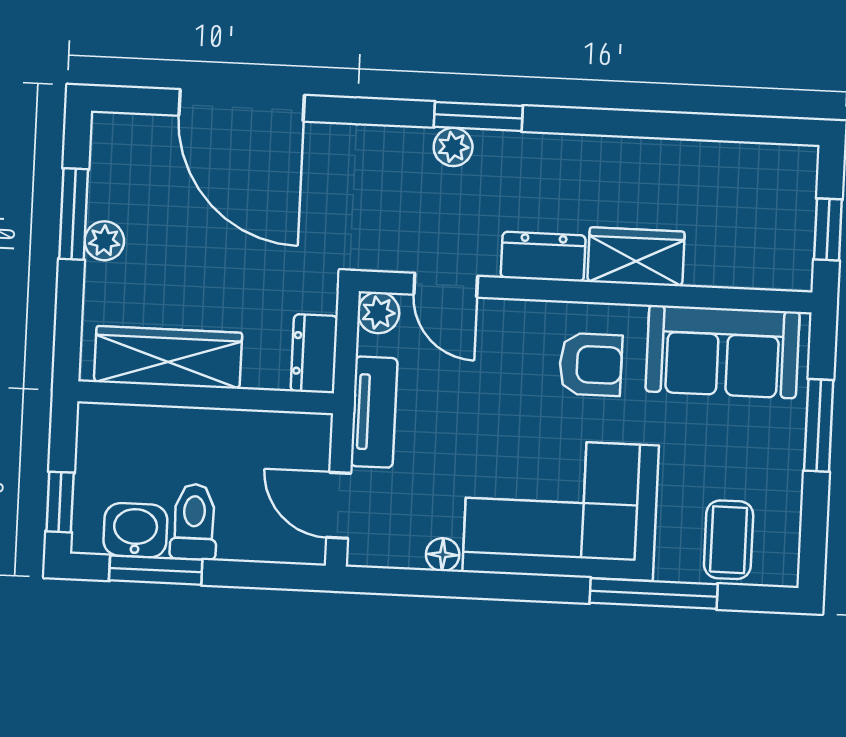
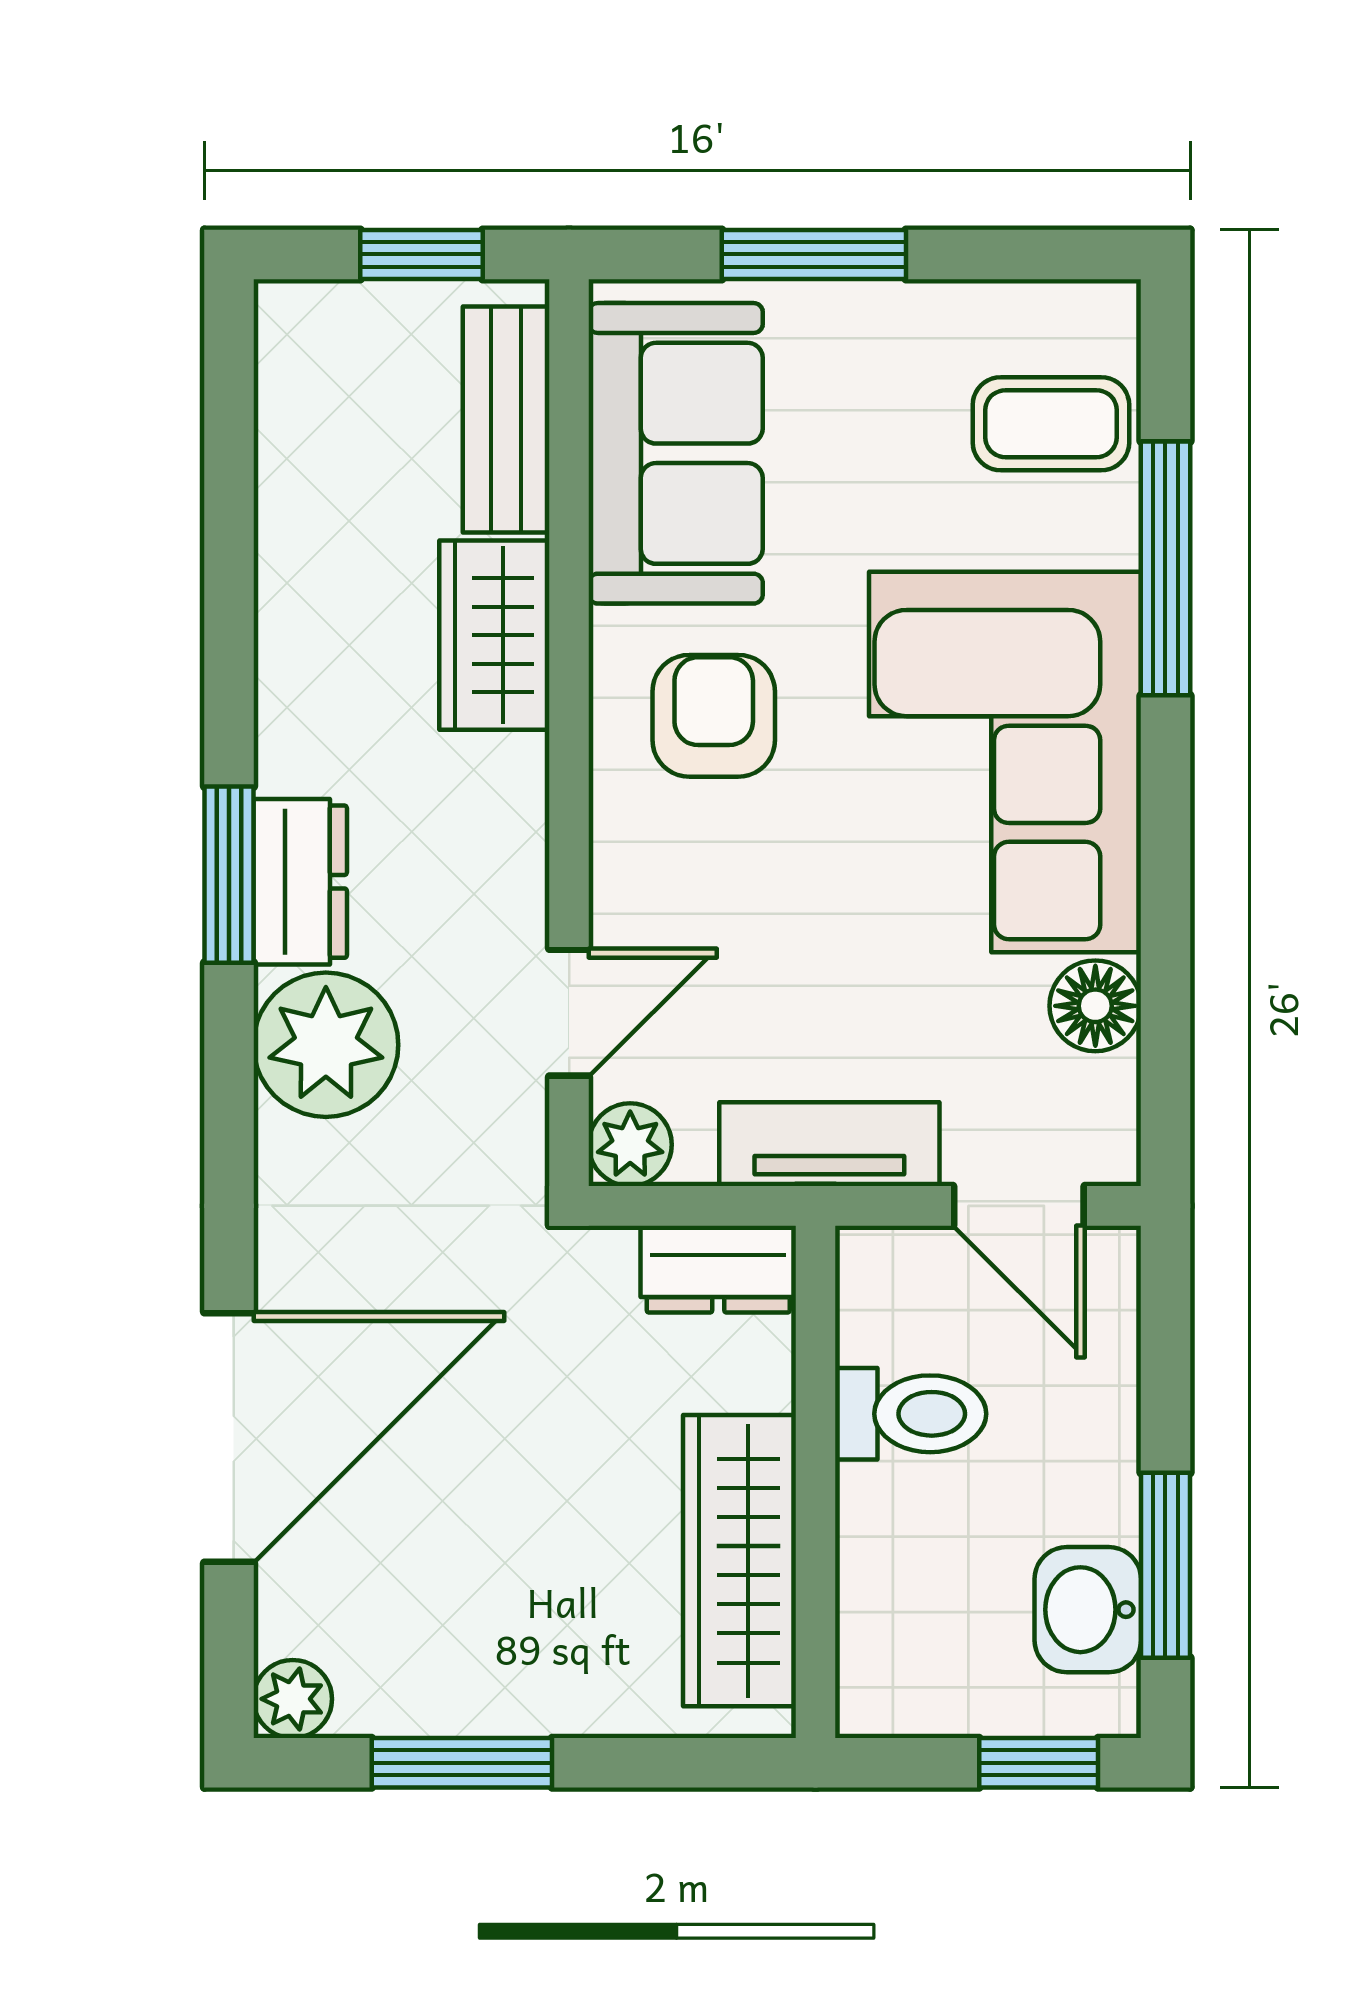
window: (478, 116) -> (229, 875), moved
plant: (453, 147) -> (326, 1045), width x1.87, depth x1.87
plant: (104, 241) -> (293, 1699), moved
dresser: (543, 257) -> (300, 882), moved, turned 180
bench: (743, 268) -> (506, 420), added
door: (339, 505) -> (1019, 1206), hinge flipped
toilet: (194, 522) -> (911, 1414), moved, turned 180
floor lamp: (443, 555) -> (1095, 1006), width x1.37, depth x1.37

